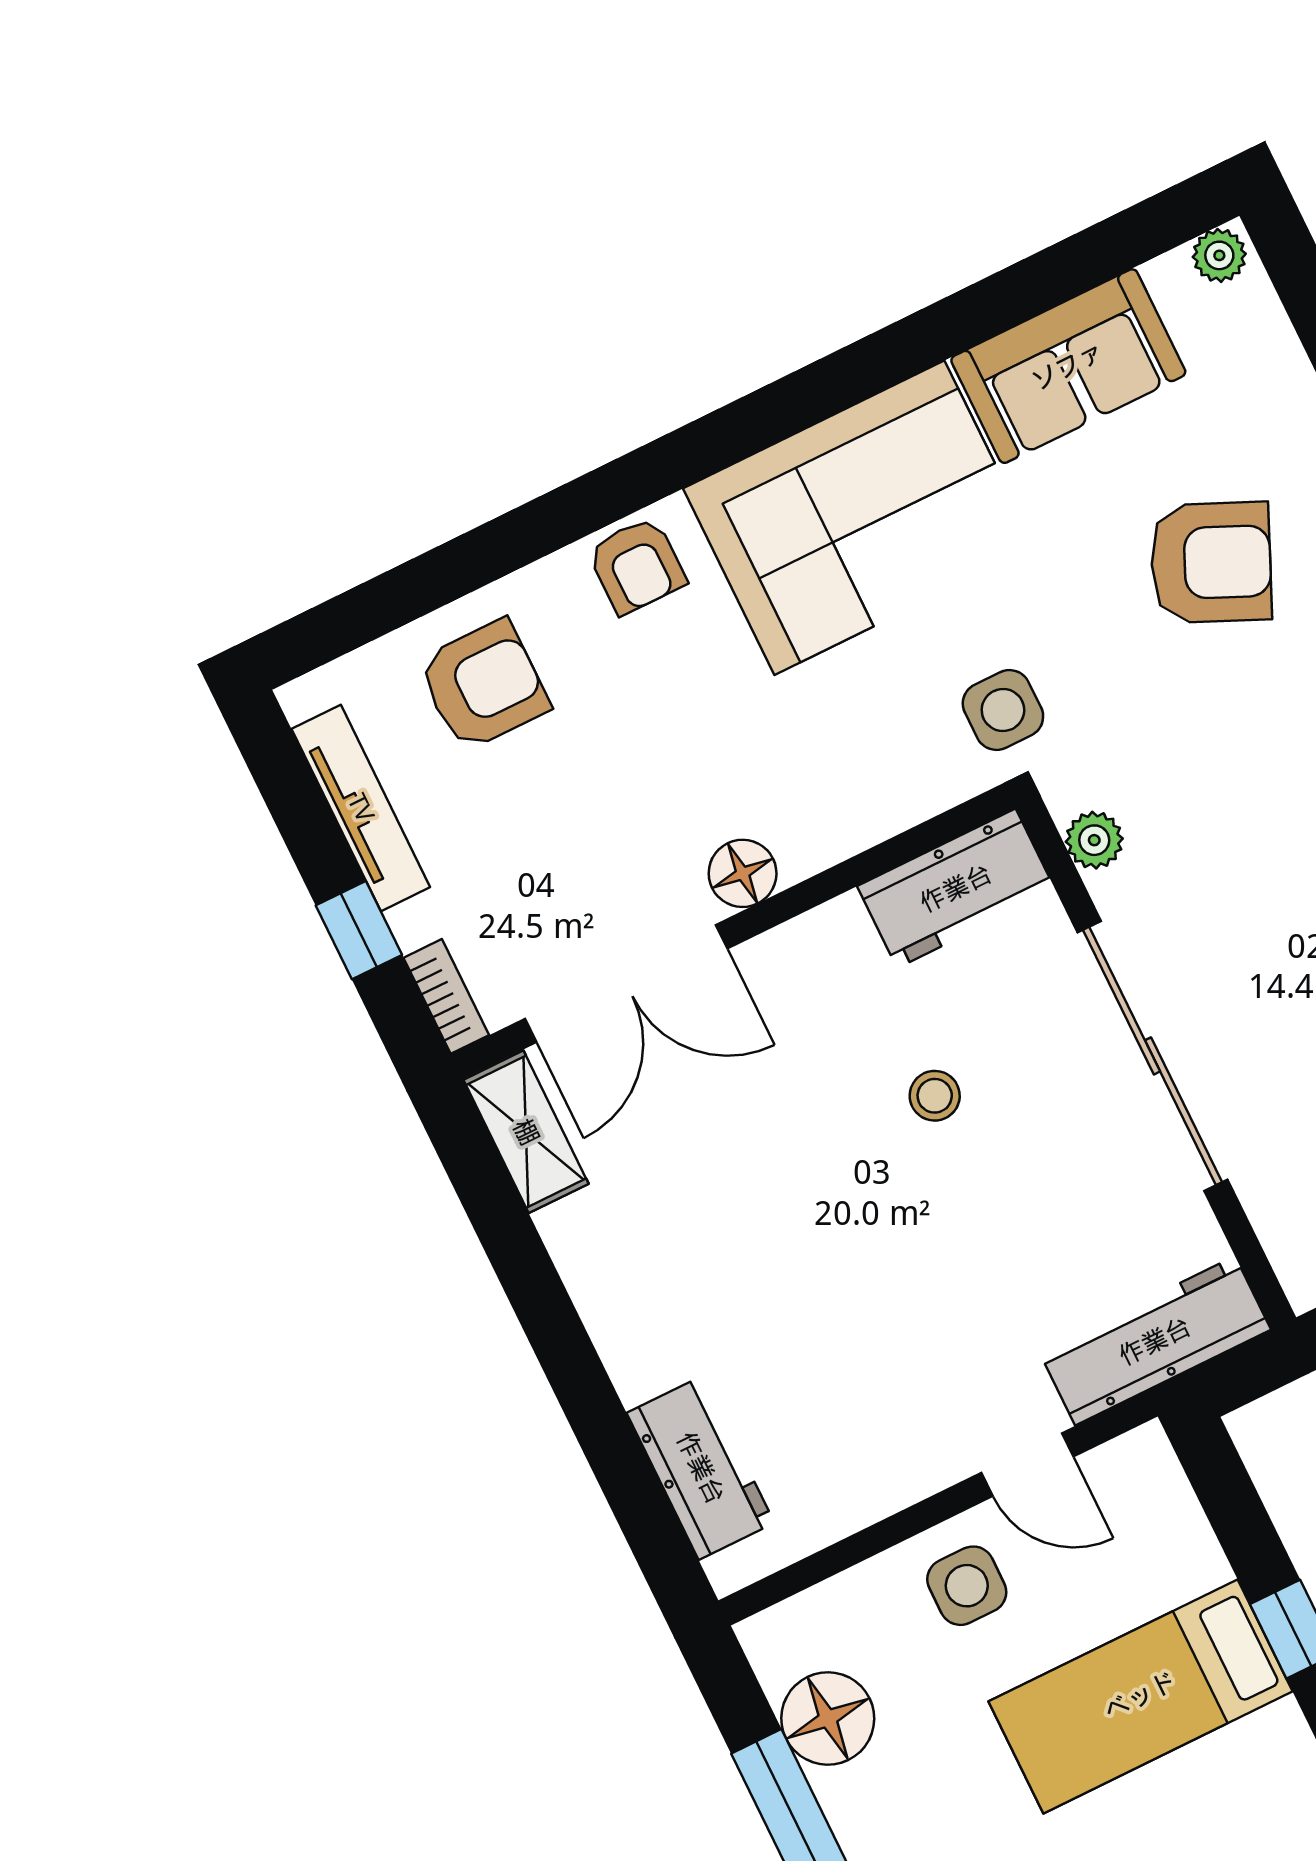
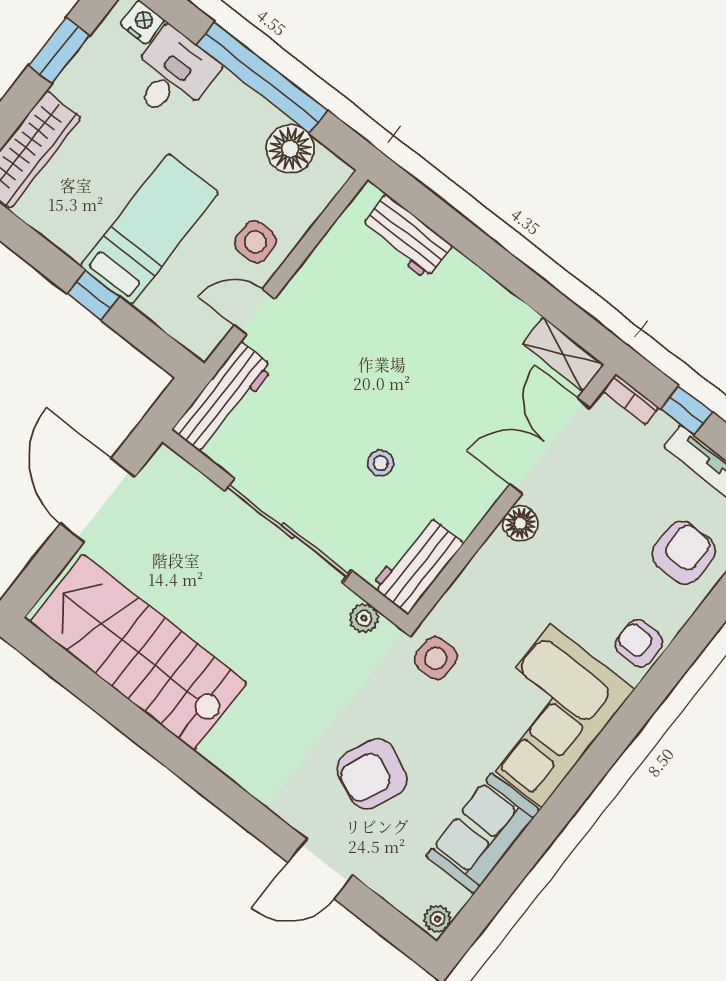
armchair: (483, 685) -> (684, 553), turned 180

